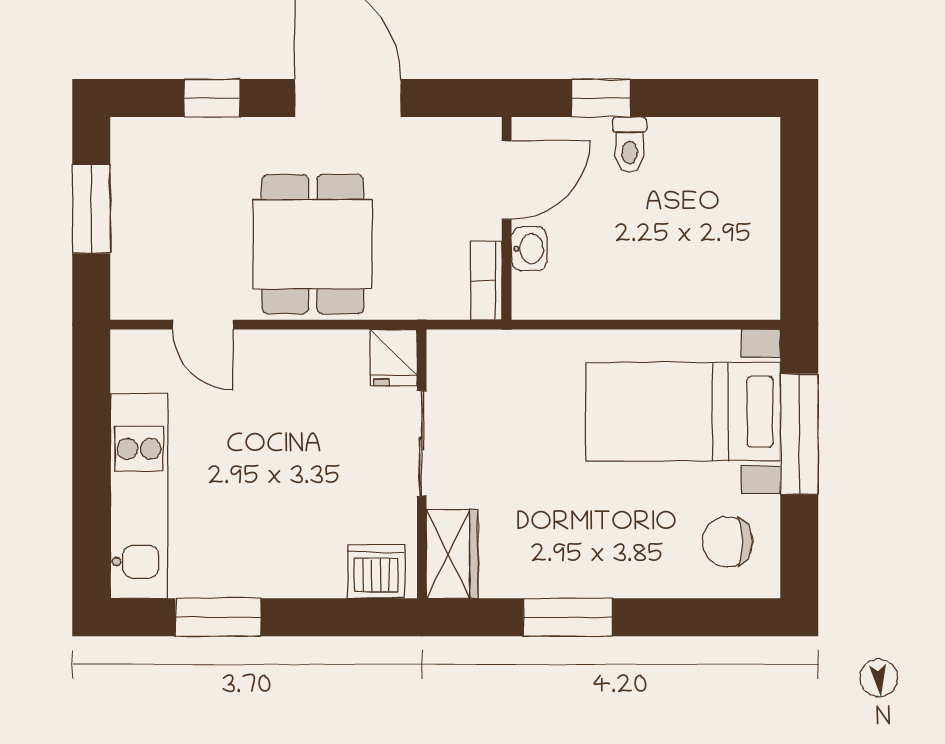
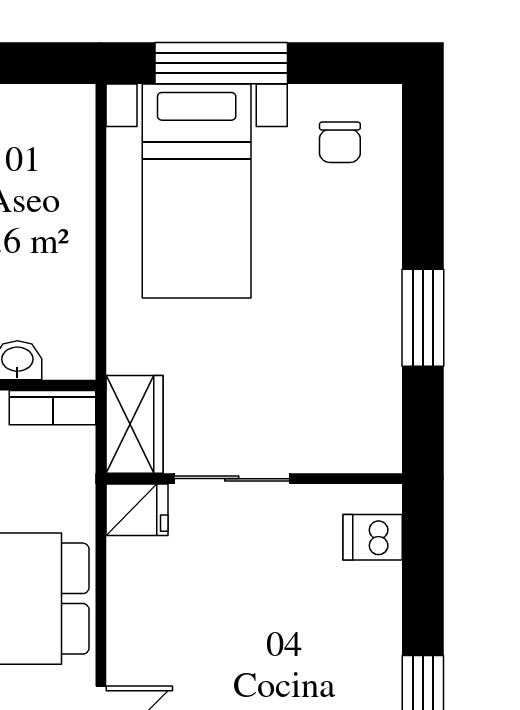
chair: (727, 542) -> (340, 142), width x0.73, depth x0.73
wardrobe: (452, 554) -> (135, 424), moved, turned 90
dishwasher: (376, 572) -> (373, 537), width x0.73

